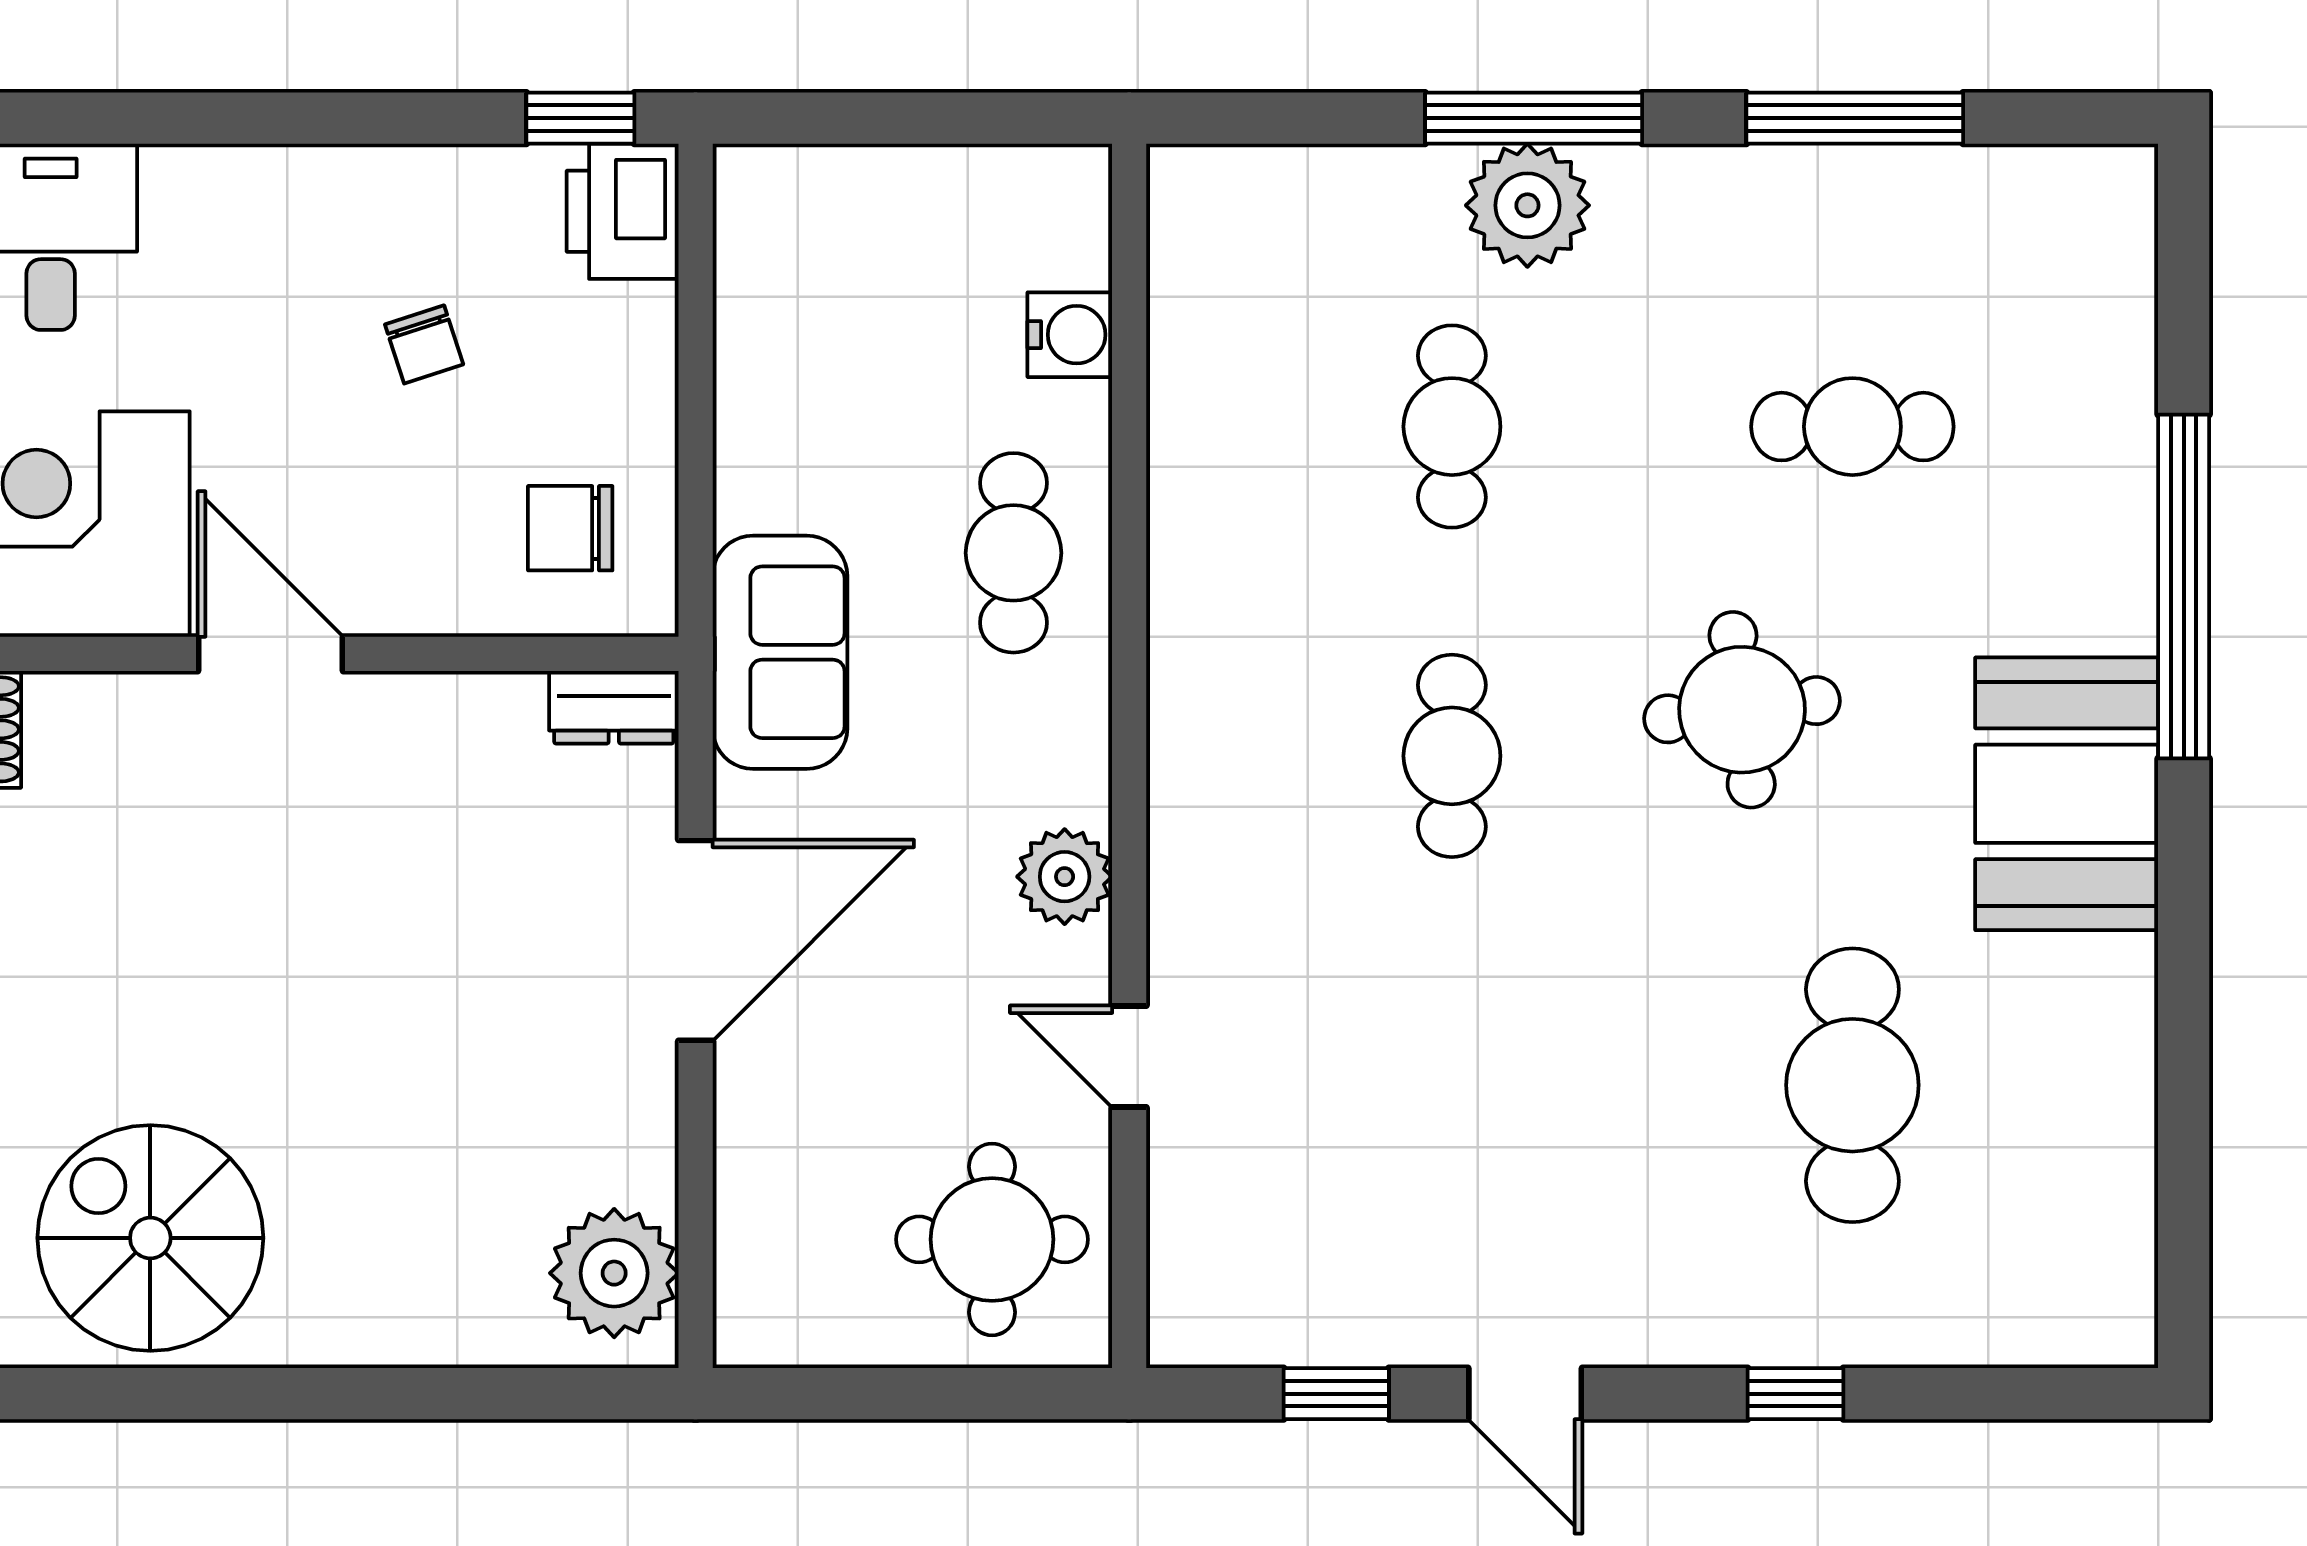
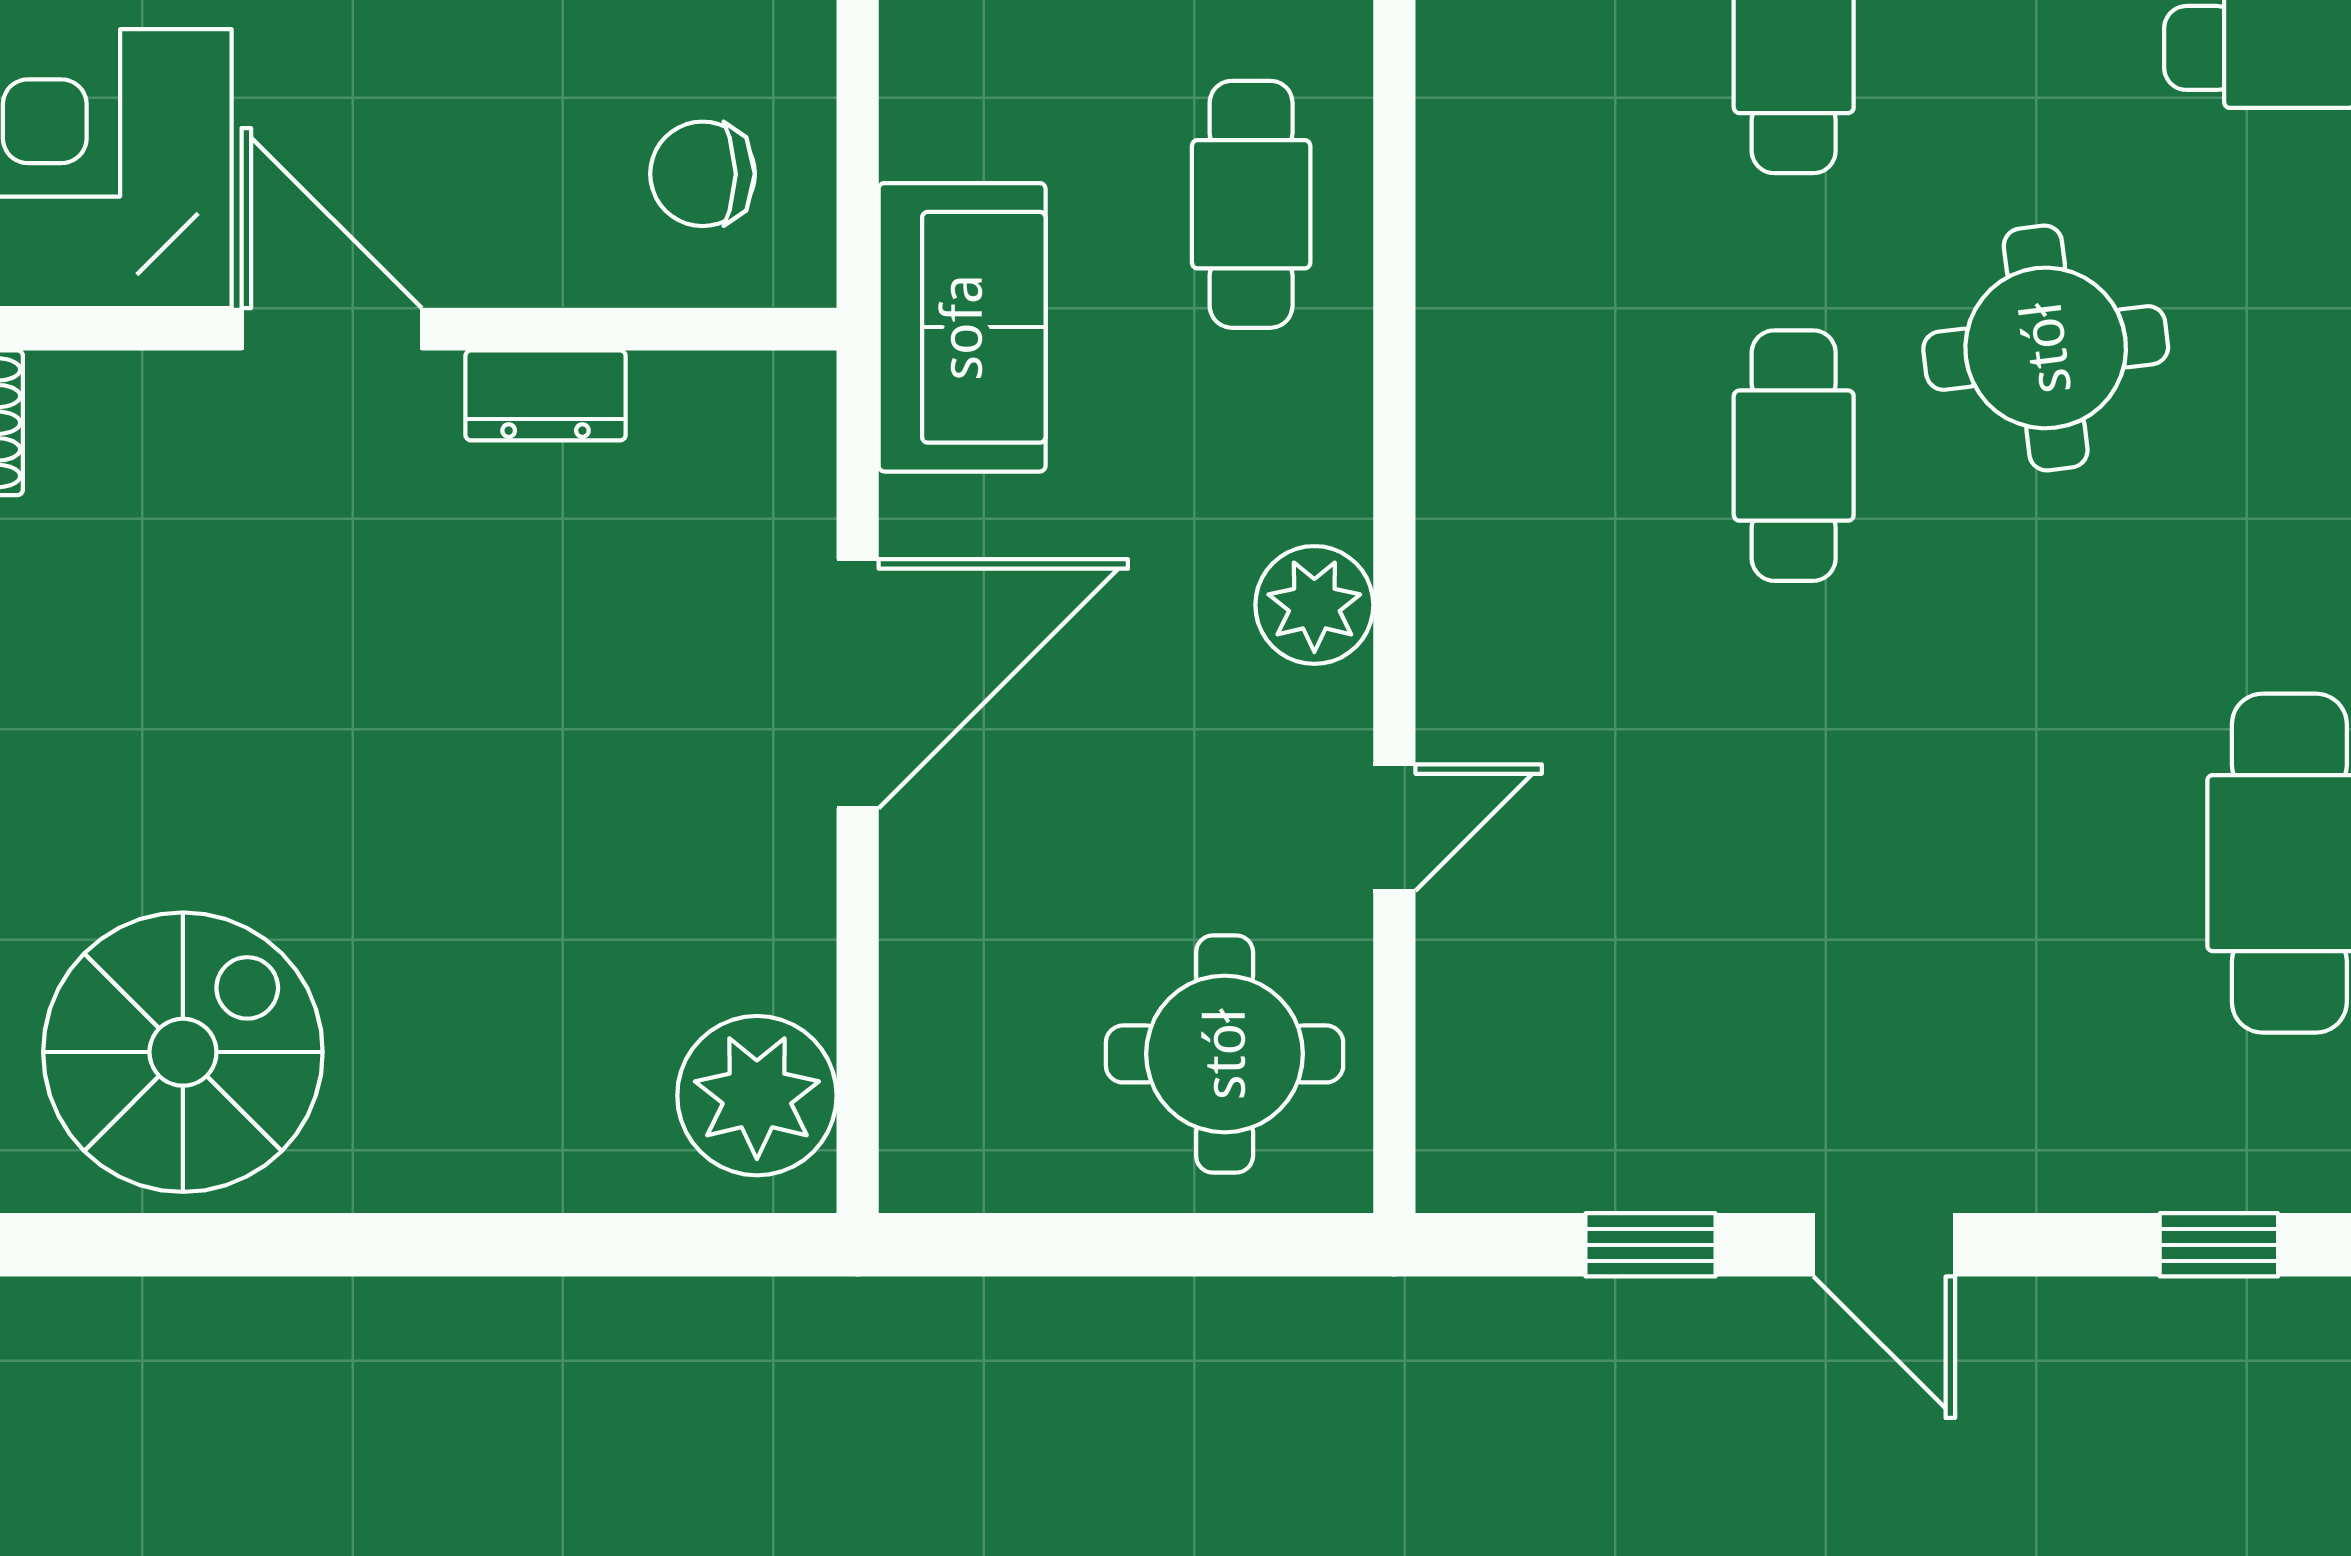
dresser: (614, 707) -> (546, 395), moved
round table: (1742, 710) -> (2046, 348), moved
door: (1129, 1056) -> (1394, 828), swing flipped
spiral stairs: (150, 1238) -> (183, 1052), turned 90

